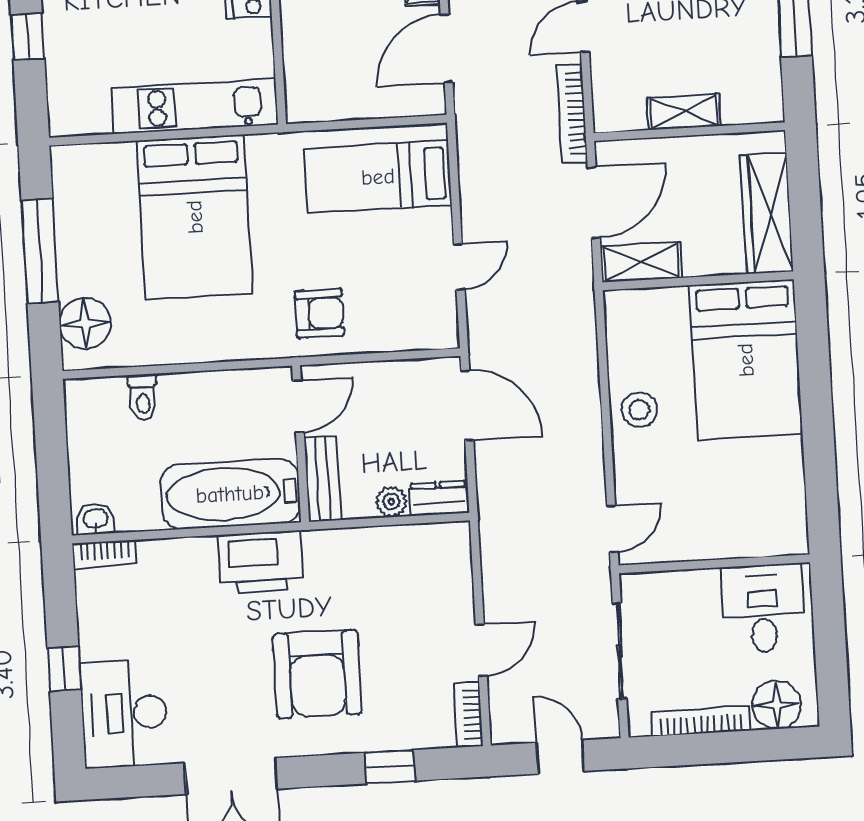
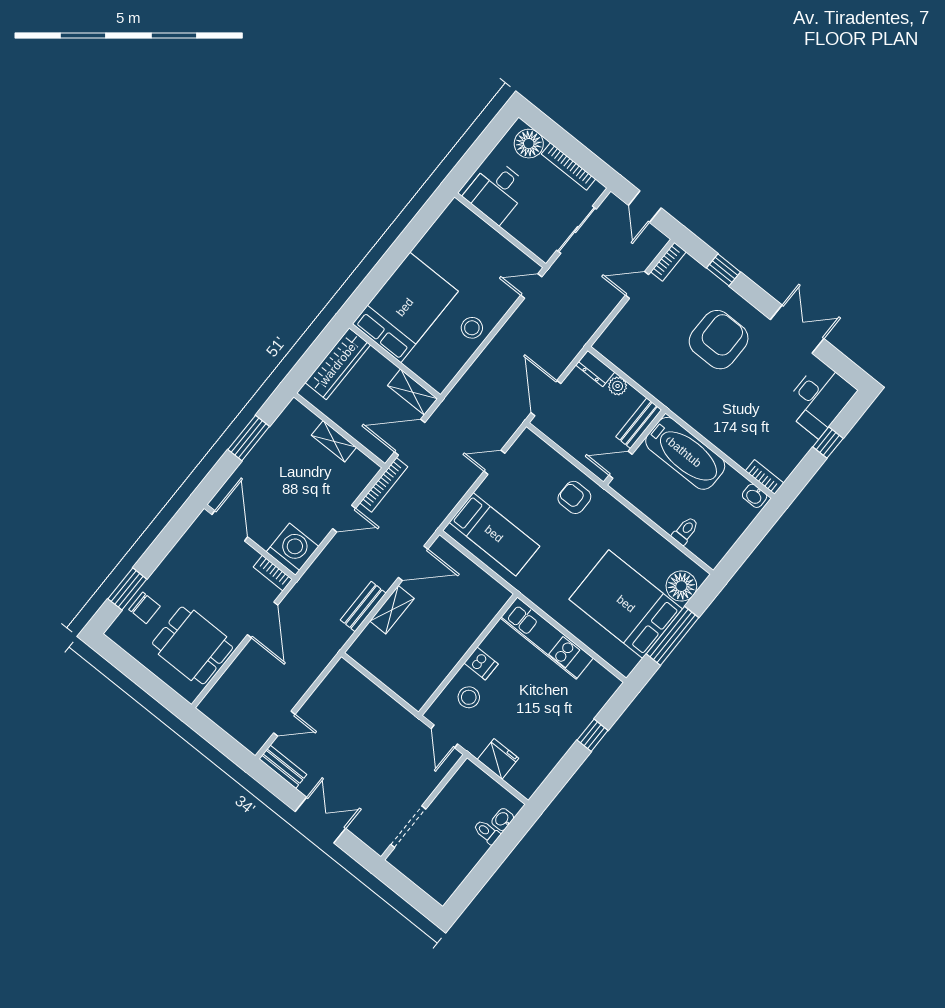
bed: (195, 217) -> (626, 604), moved, turned -90
printer: (260, 562) -> (699, 411), removed

